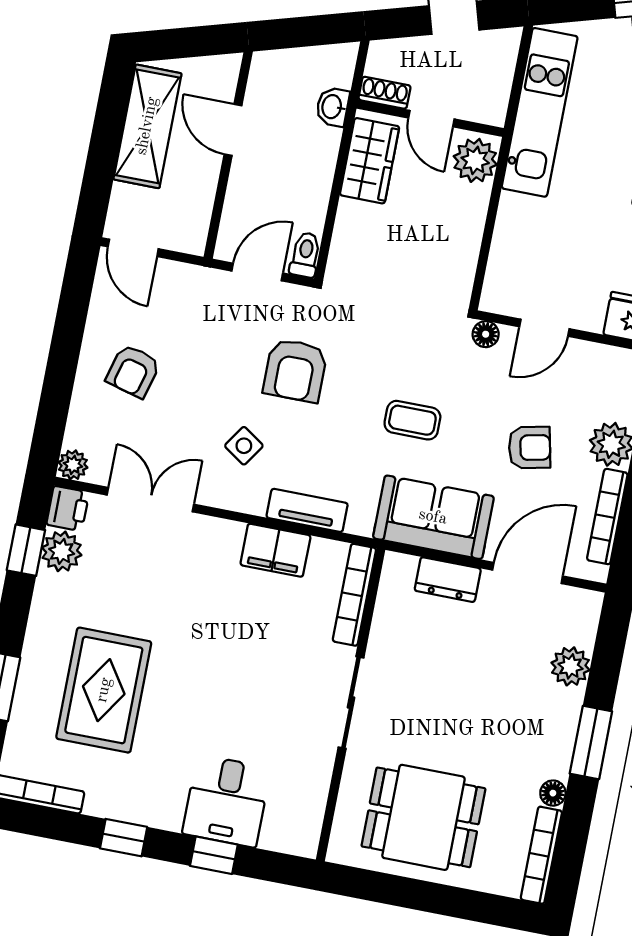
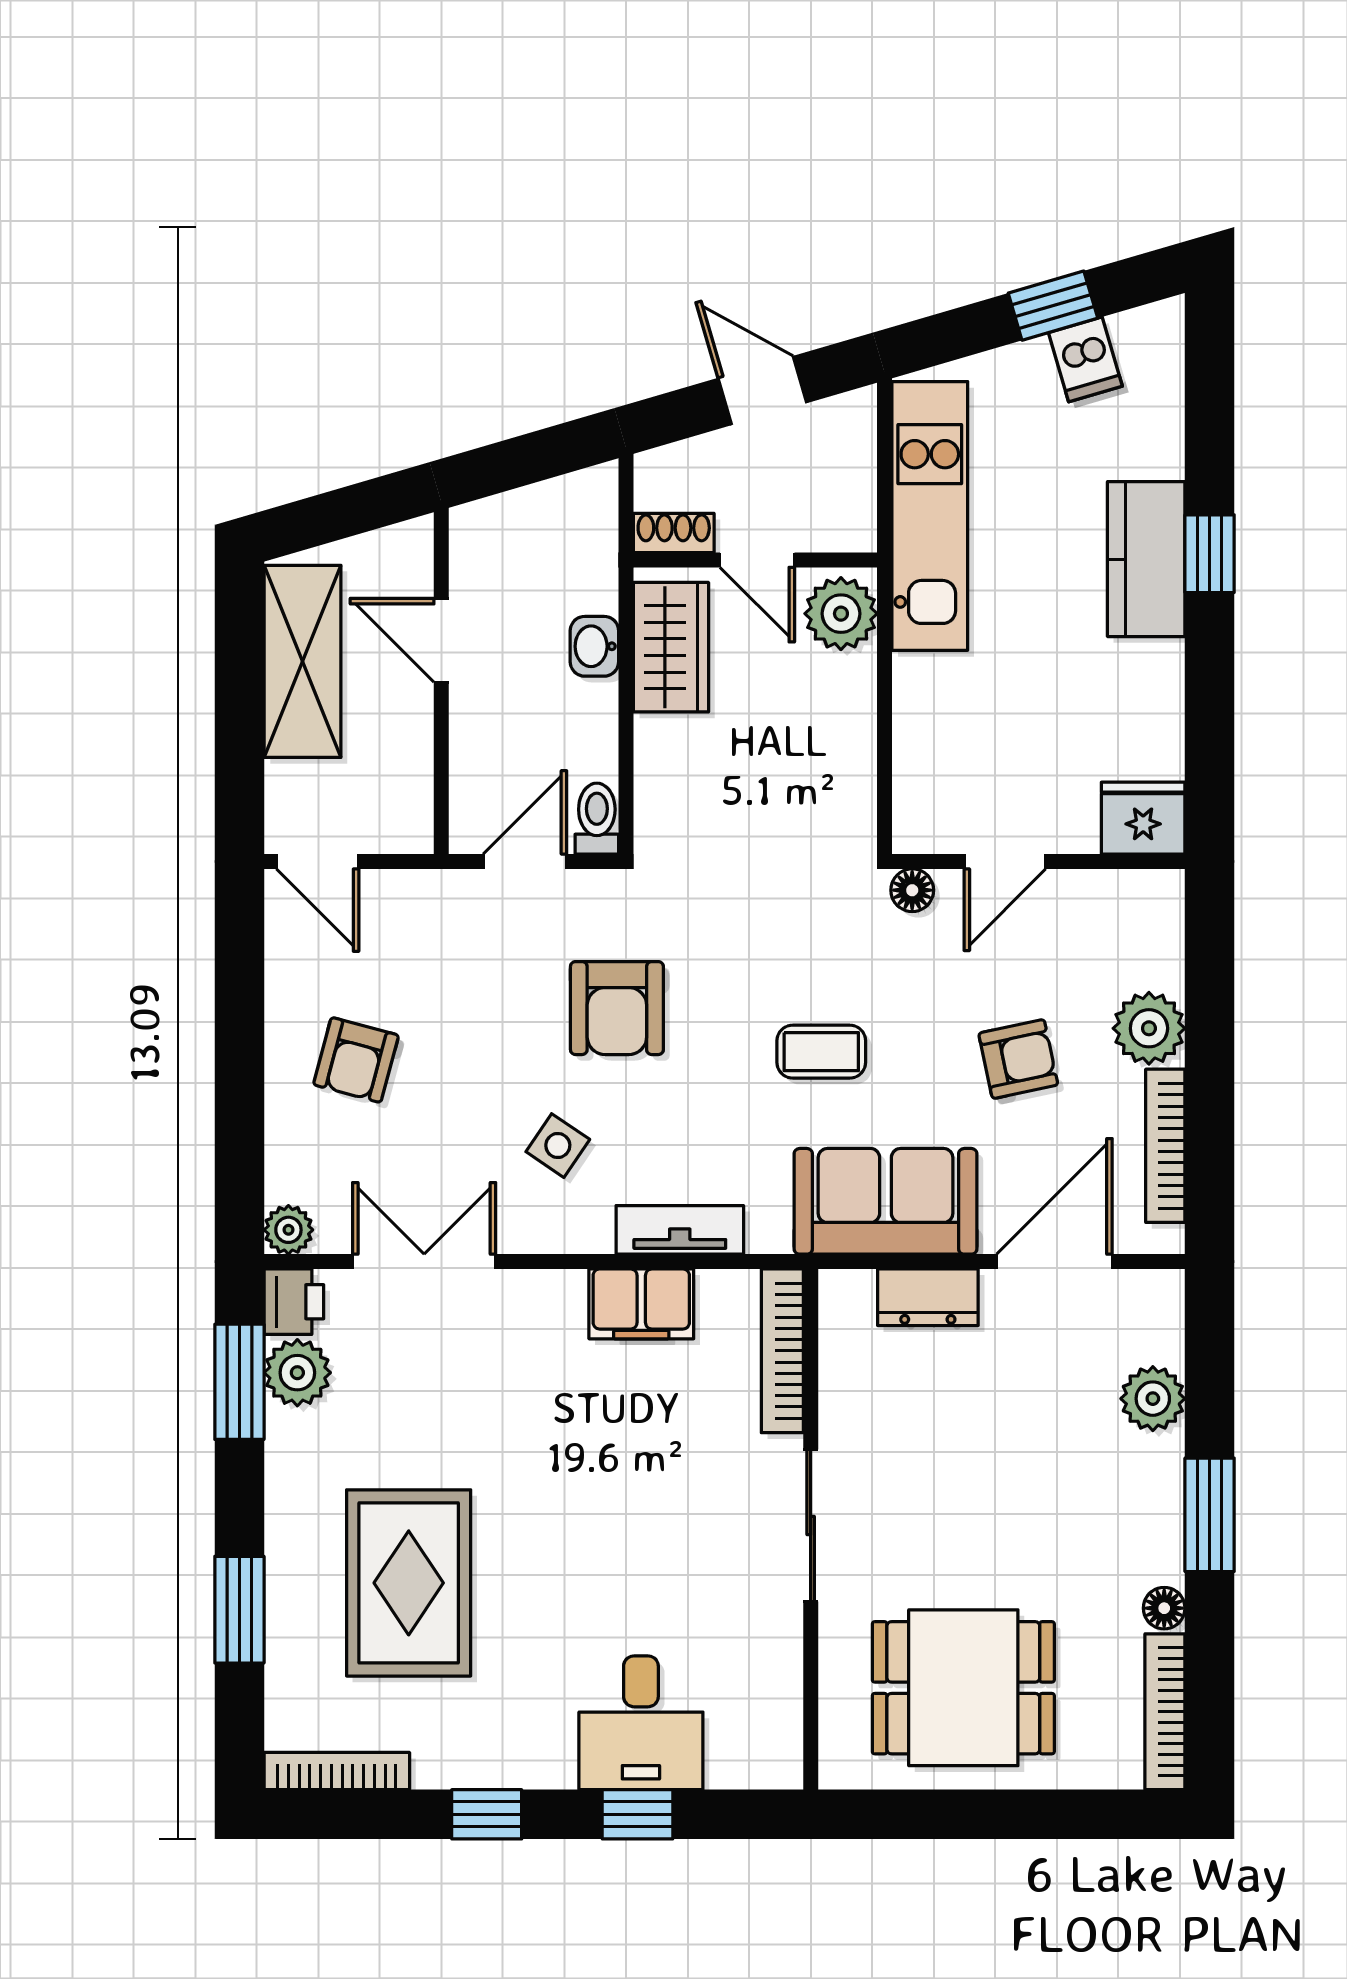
washbasin: (333, 107) -> (594, 646), moved
window: (26, 550) -> (239, 1382), width x1.50

